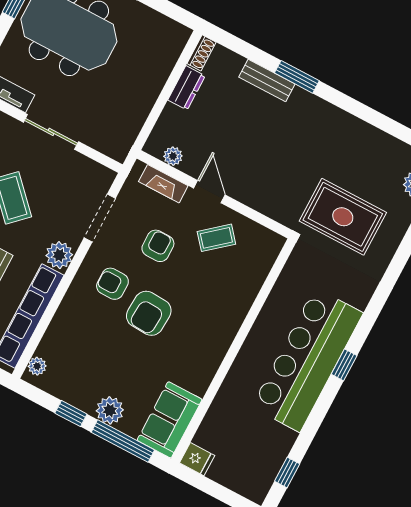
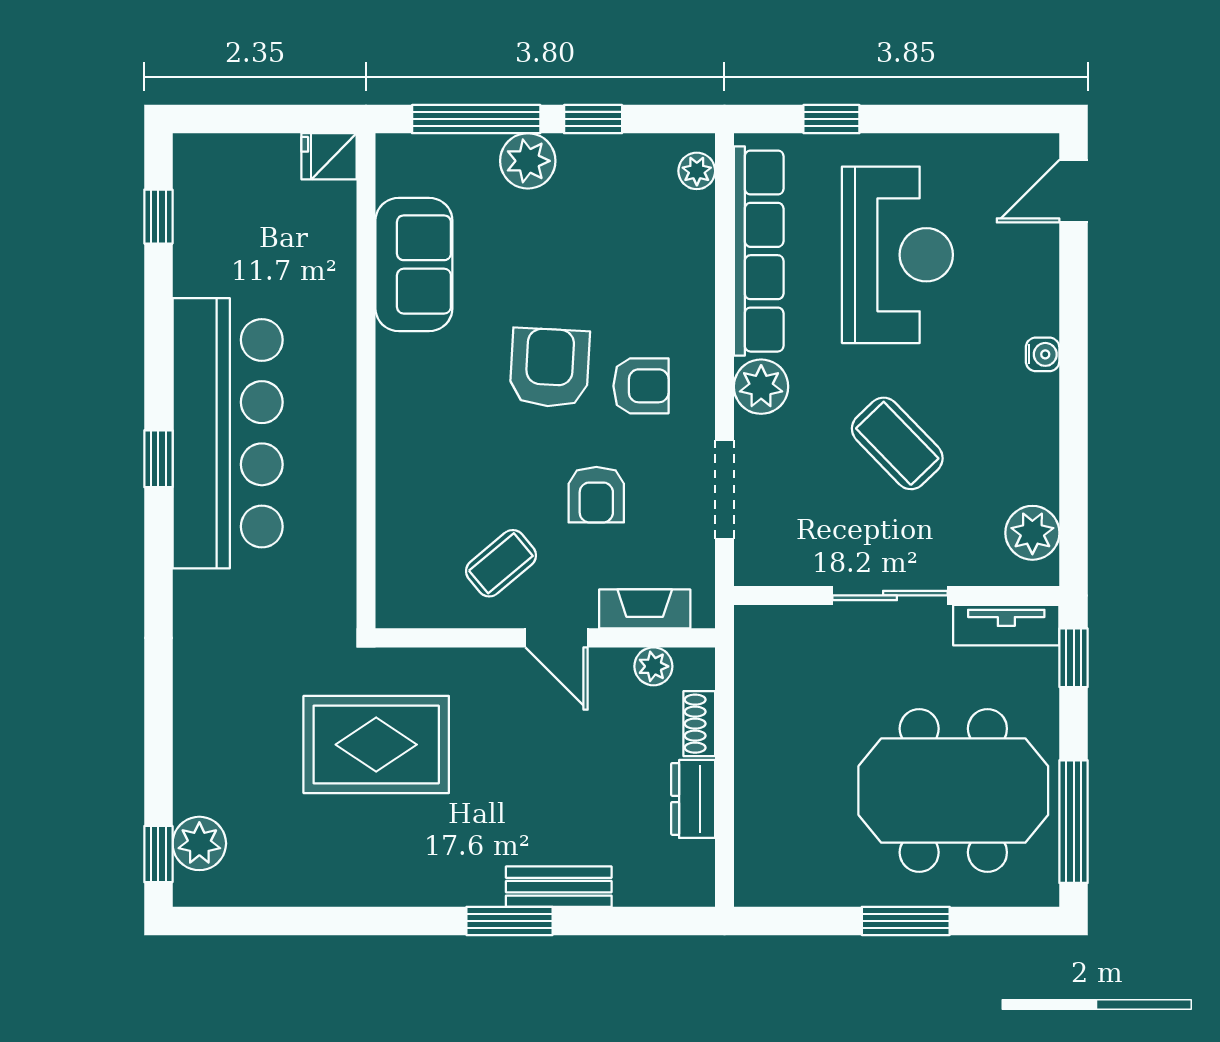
shoe rack: (202, 53) -> (699, 724), moved
rug: (343, 217) -> (376, 745), moved
sofa: (170, 420) -> (414, 264), moved

